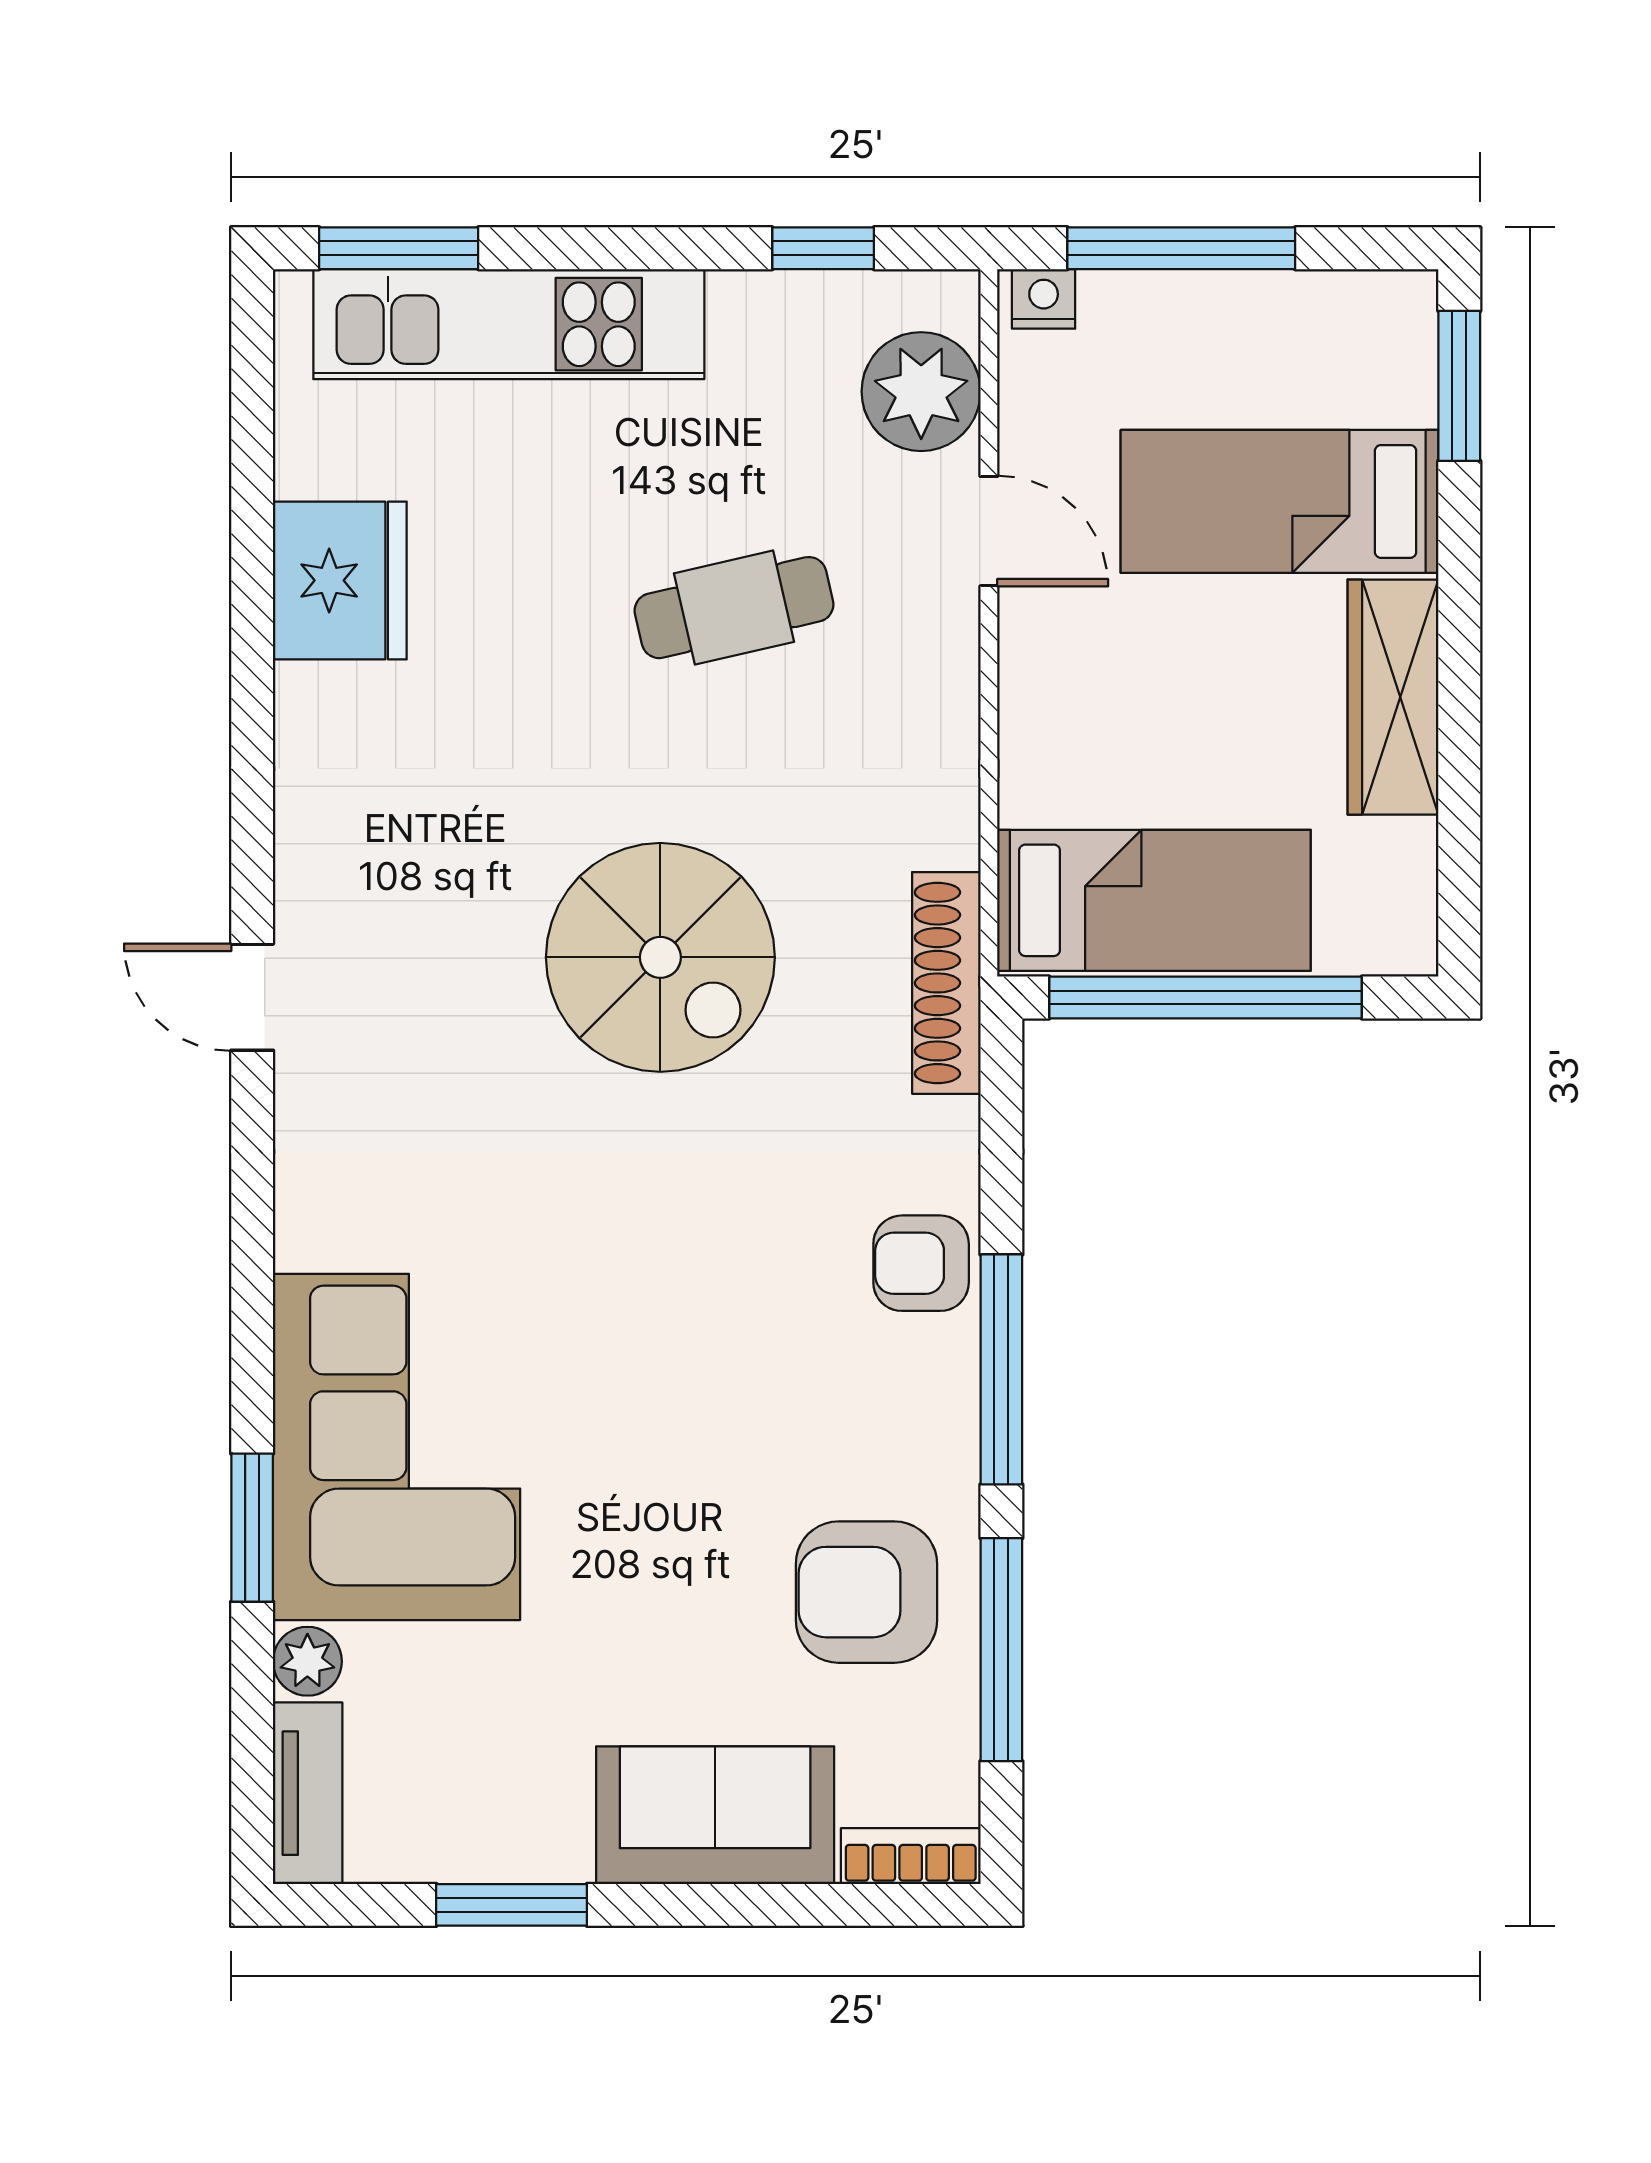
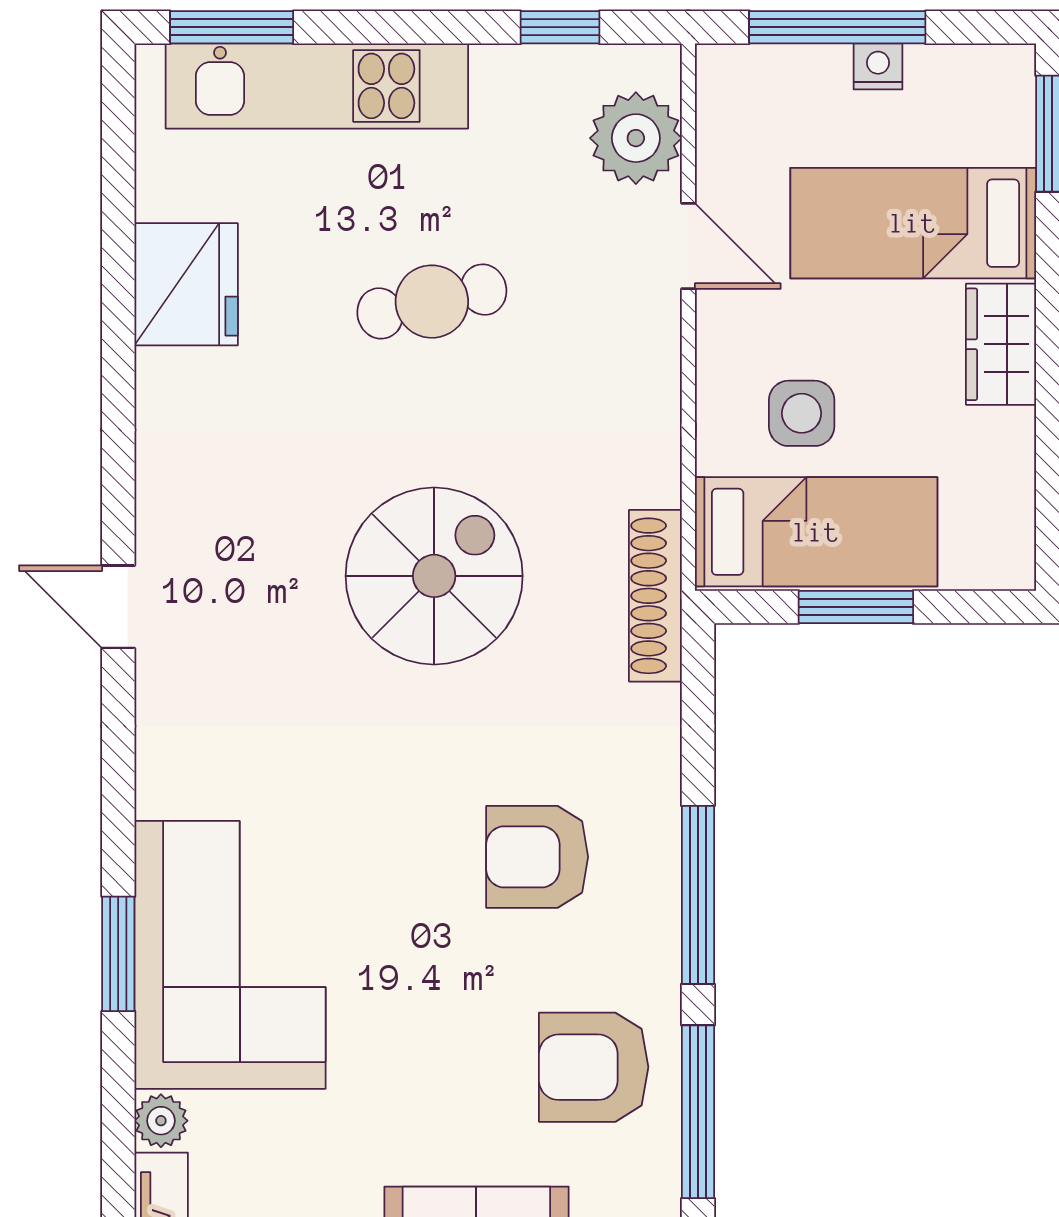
nightstand: (1044, 299) -> (878, 66), moved
cafe table: (734, 608) -> (432, 302), moved
wardrobe: (1393, 697) -> (1001, 344), width x0.67
side table: (1135, 747) -> (802, 413), added
spiral stairs: (660, 957) -> (434, 576), turned -90
window: (1205, 997) -> (856, 607), width x0.47
armchair: (921, 1263) -> (537, 857), moved, width x1.38, depth x1.38
window: (252, 1528) -> (118, 954), moved

